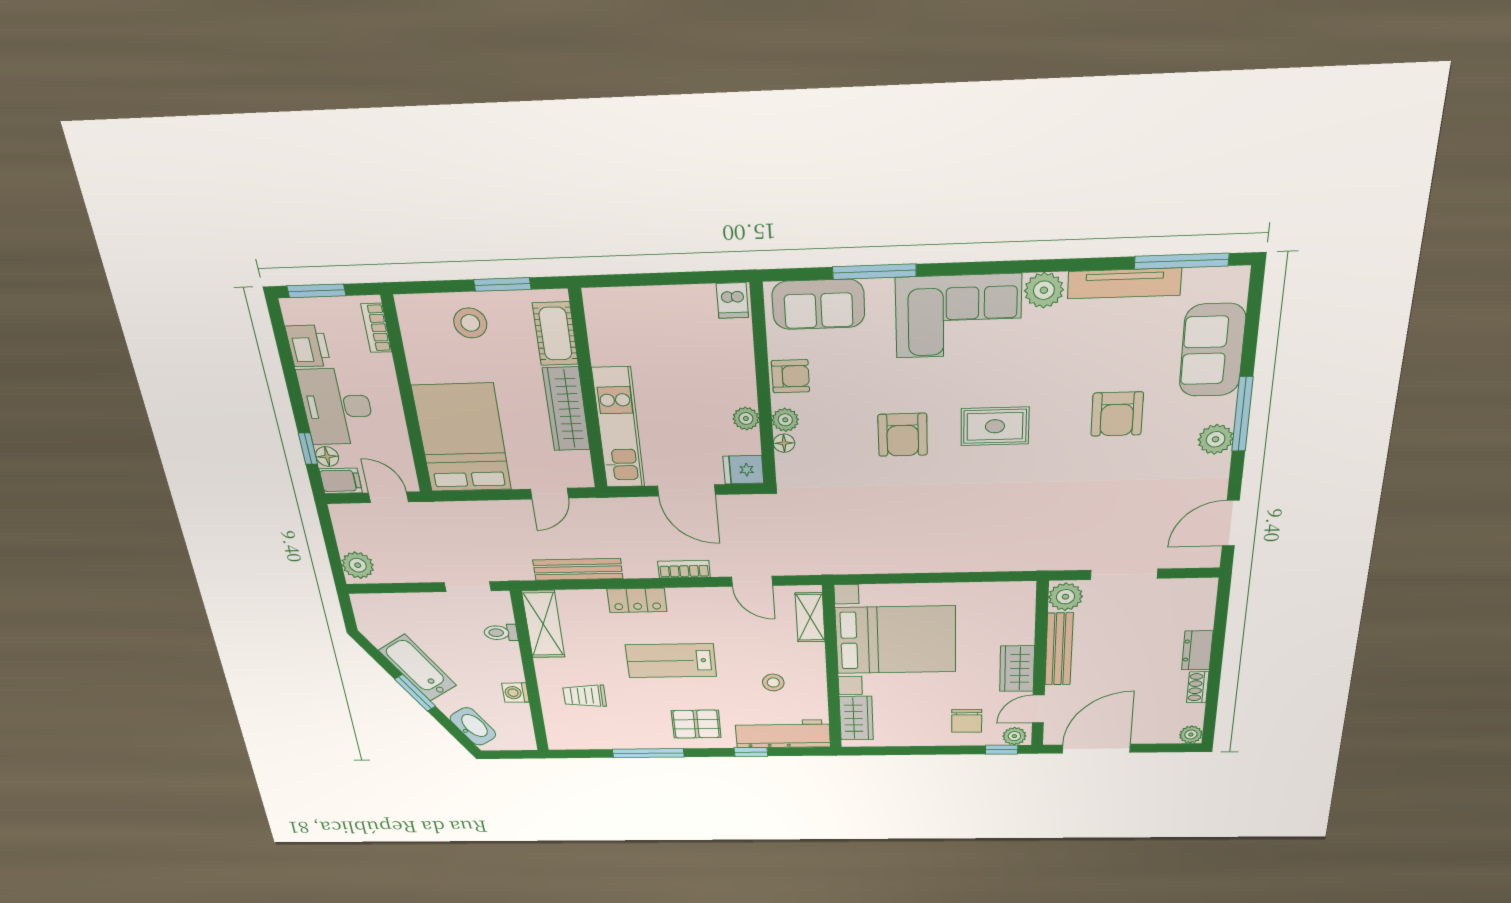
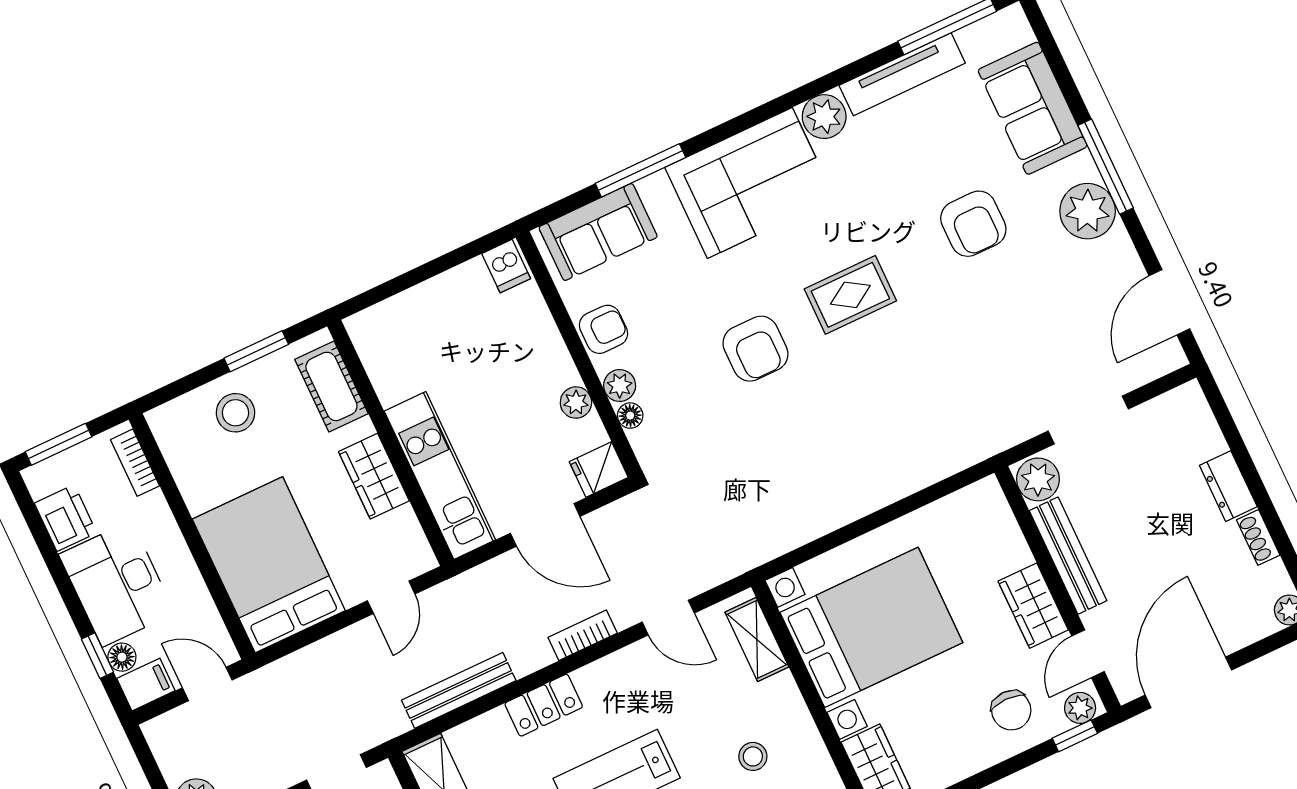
wardrobe: (566, 409) -> (374, 476), width x0.67
plant: (1216, 439) -> (1088, 211), width x1.36, depth x1.36

